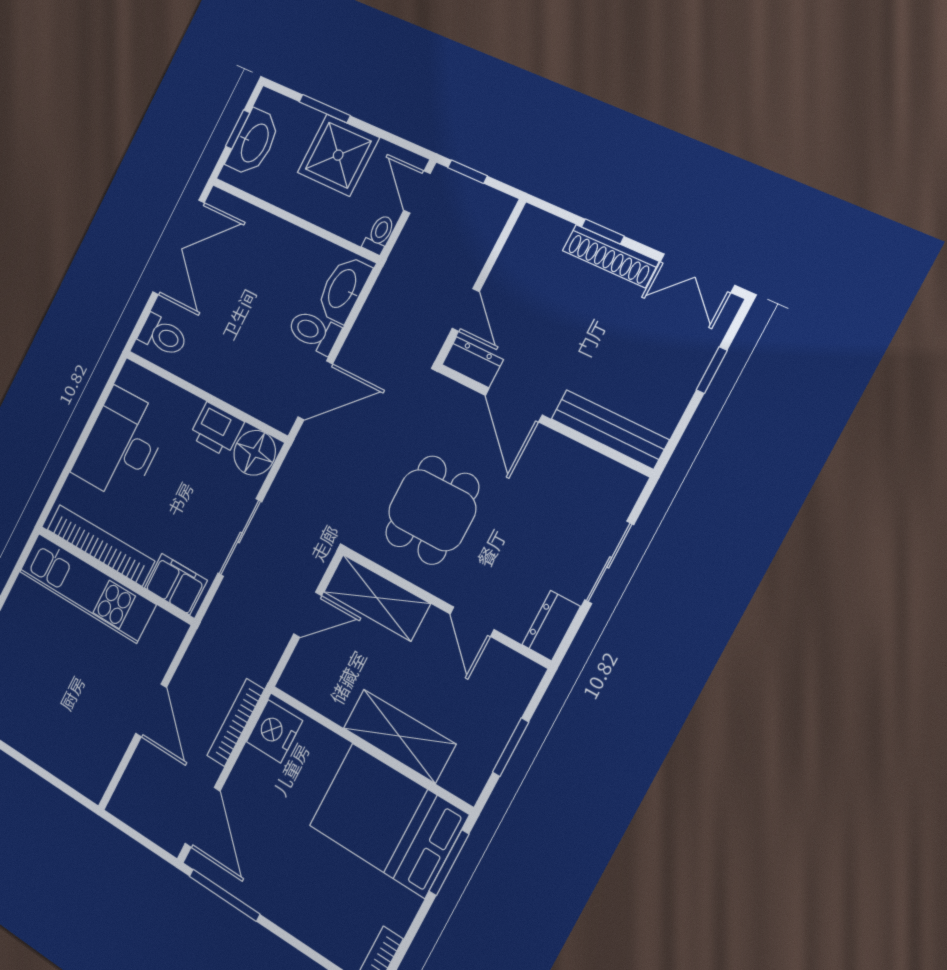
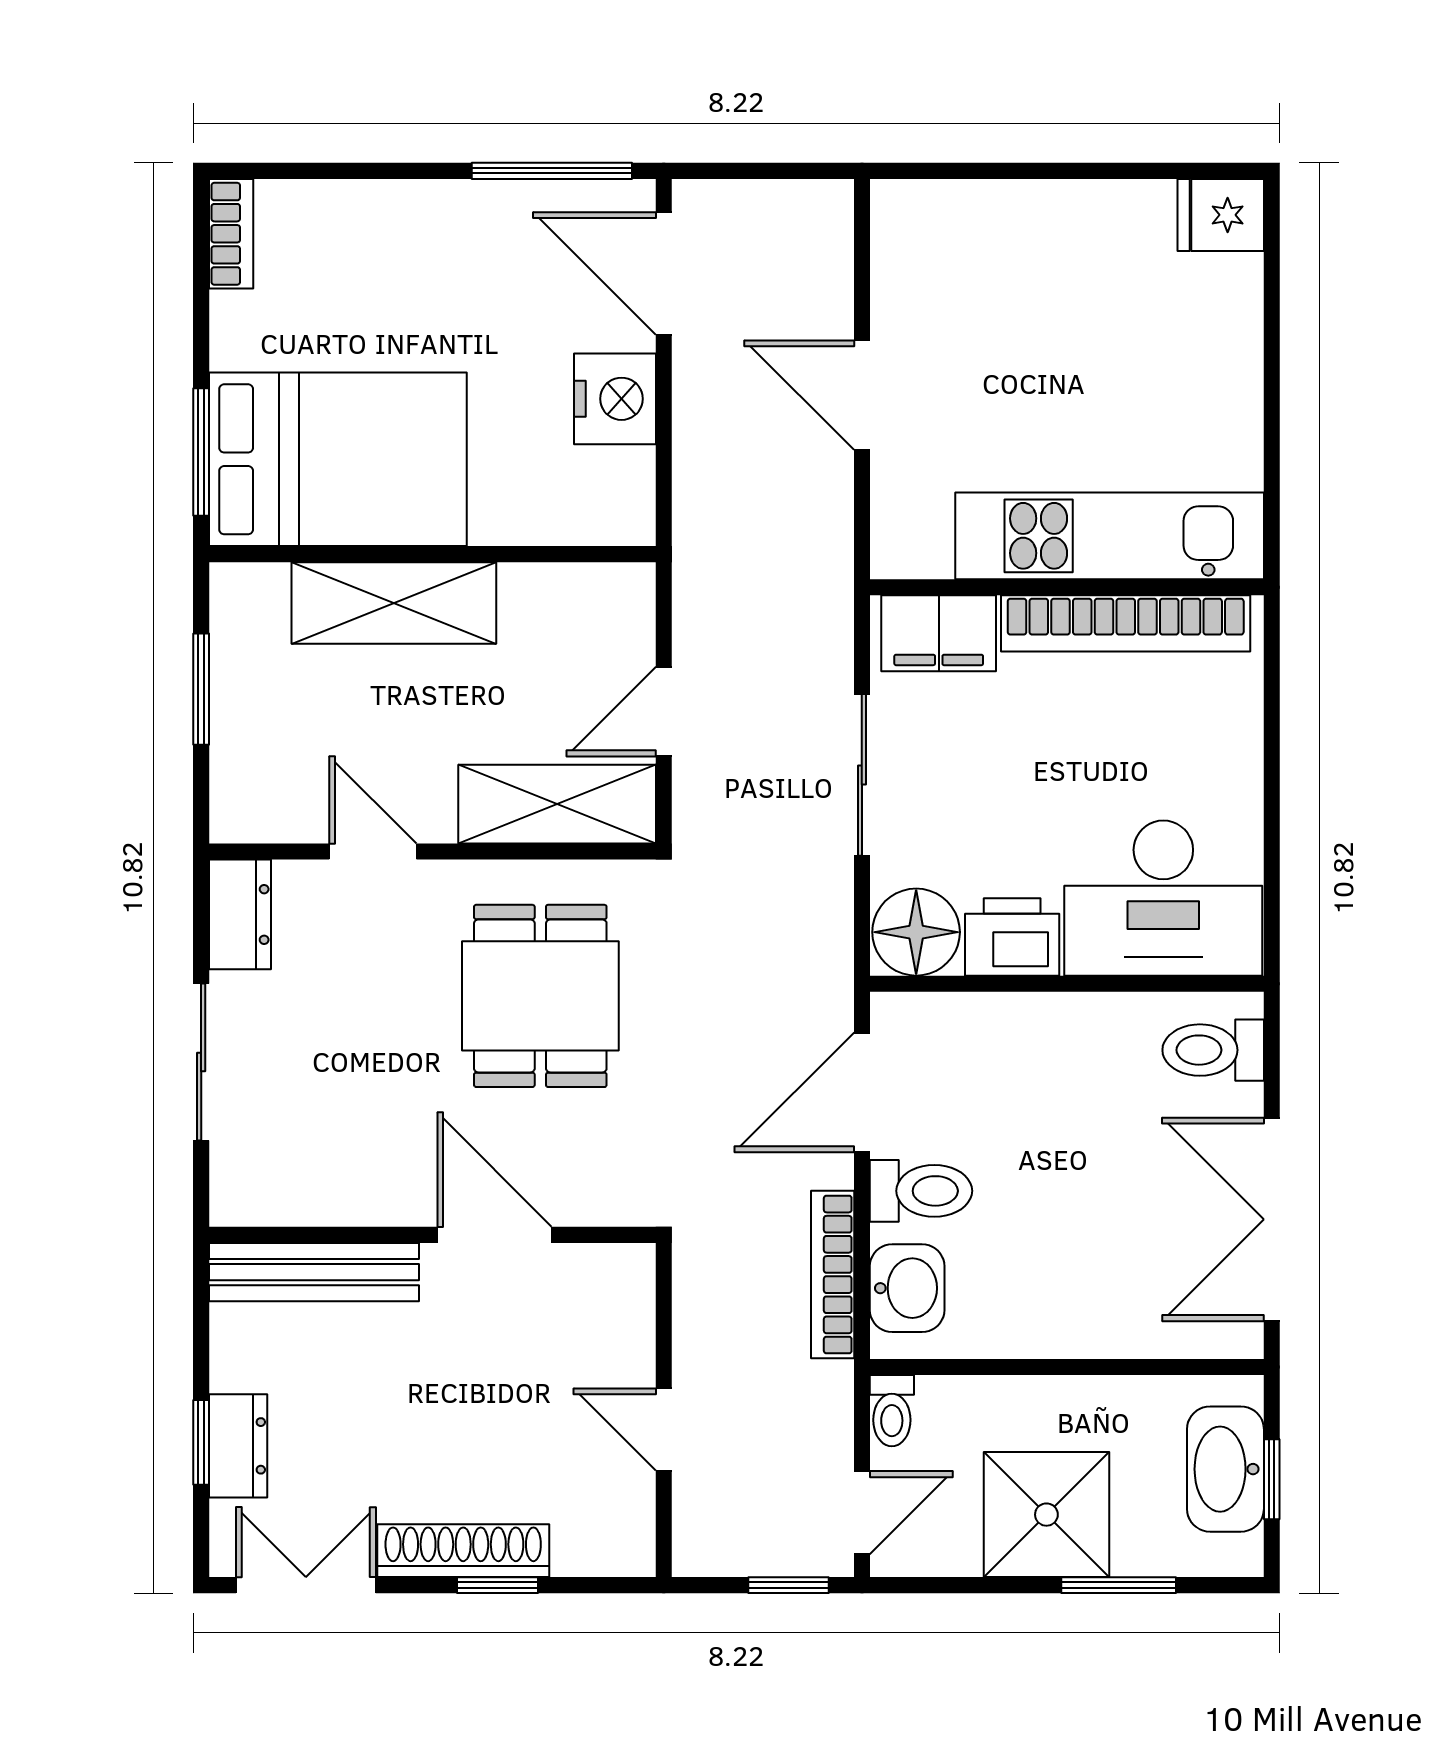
door: (417, 192) -> (862, 1513), hinge flipped
washbasin: (343, 289) -> (907, 1288), width x0.72
door: (466, 310) -> (664, 1430), moved
dresser: (473, 362) -> (238, 1446), moved, turned -90
desk: (121, 445) -> (1163, 898), moved, turned 90
bookcase: (236, 722) -> (833, 1275), moved, turned 180
nightstand: (274, 731) -> (615, 399), moved

